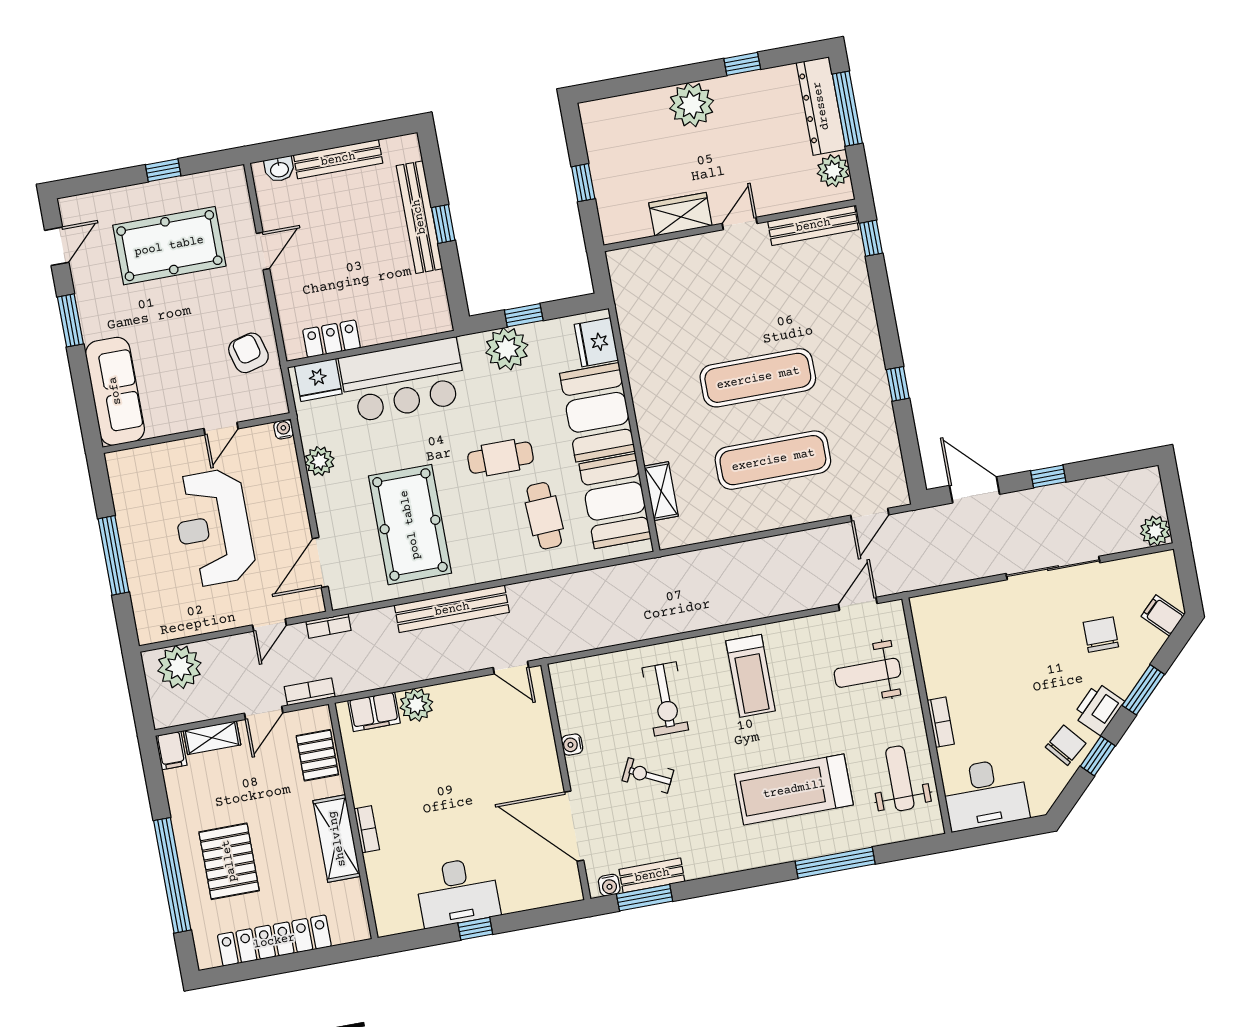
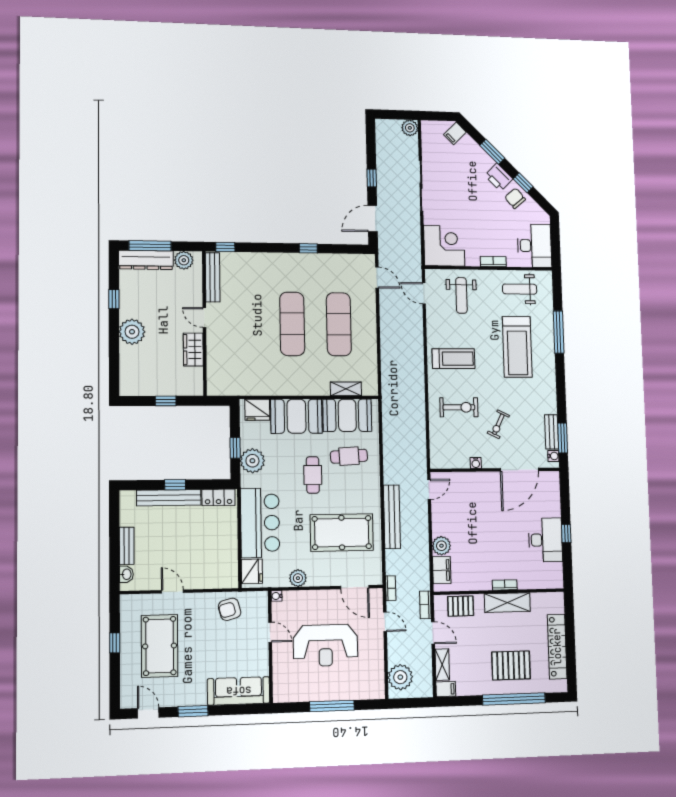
bench: (338, 159) -> (127, 546), width x0.73
locker: (332, 339) -> (218, 497), moved, turned -90
corner desk: (951, 627) -> (444, 246), added
chair: (1101, 635) -> (460, 168), removed

